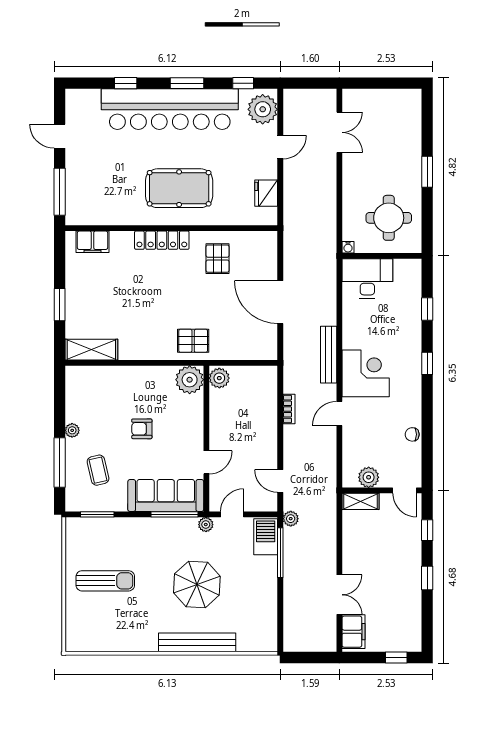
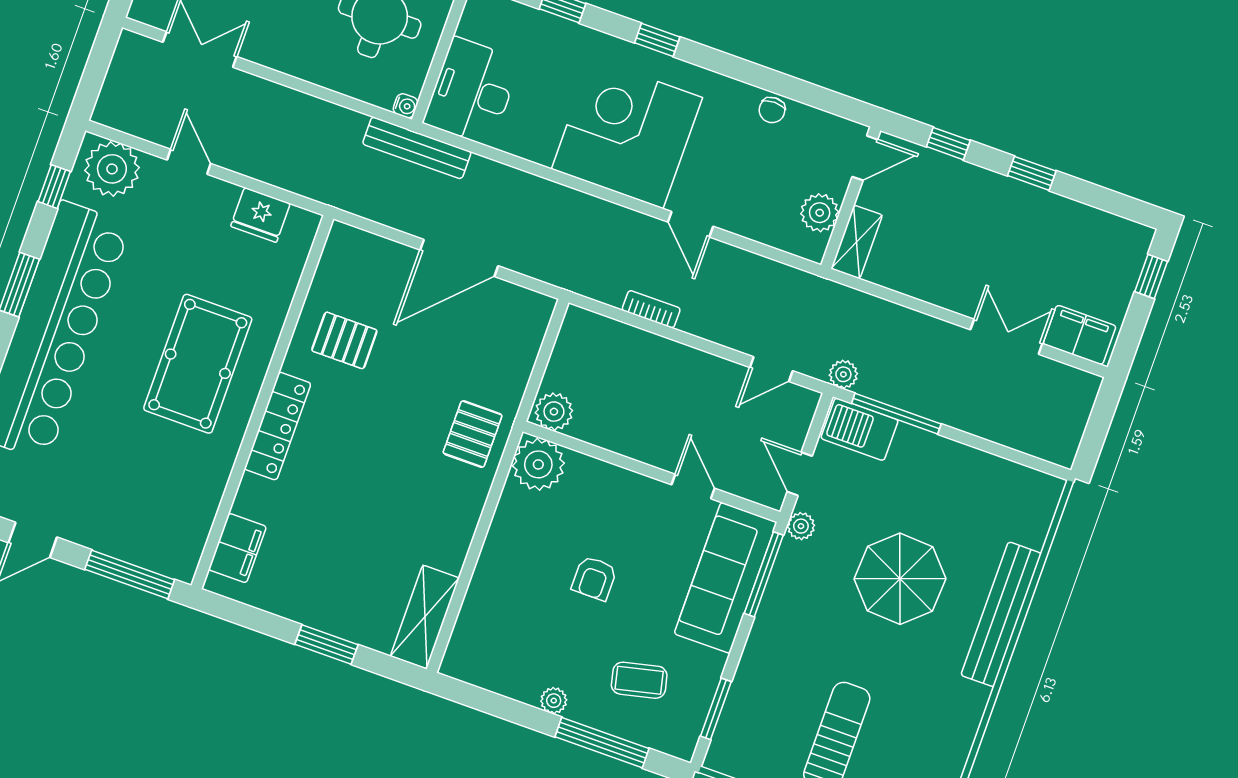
bench: (329, 355) -> (417, 148), moved
corner desk: (366, 373) -> (627, 133), width x1.36, depth x1.36

